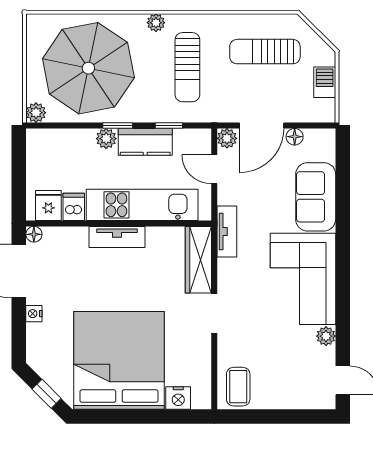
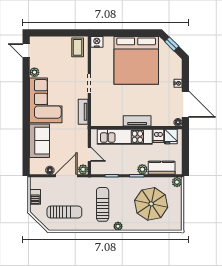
parasol: (88, 68) -> (151, 204), width x0.73, depth x0.73
kitchen counter: (145, 142) -> (162, 168), moved
tv unit: (227, 231) -> (83, 112), moved
wardrobe: (198, 260) -> (97, 110), removed
nightstand: (178, 398) -> (97, 42), moved

